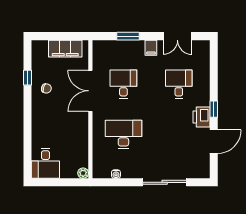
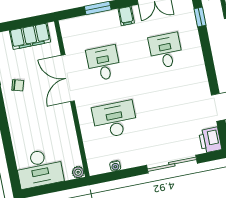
window: (214, 109) -> (200, 17), moved
printer: (202, 117) -> (210, 140), moved
desk: (45, 163) -> (39, 168), width x1.37

